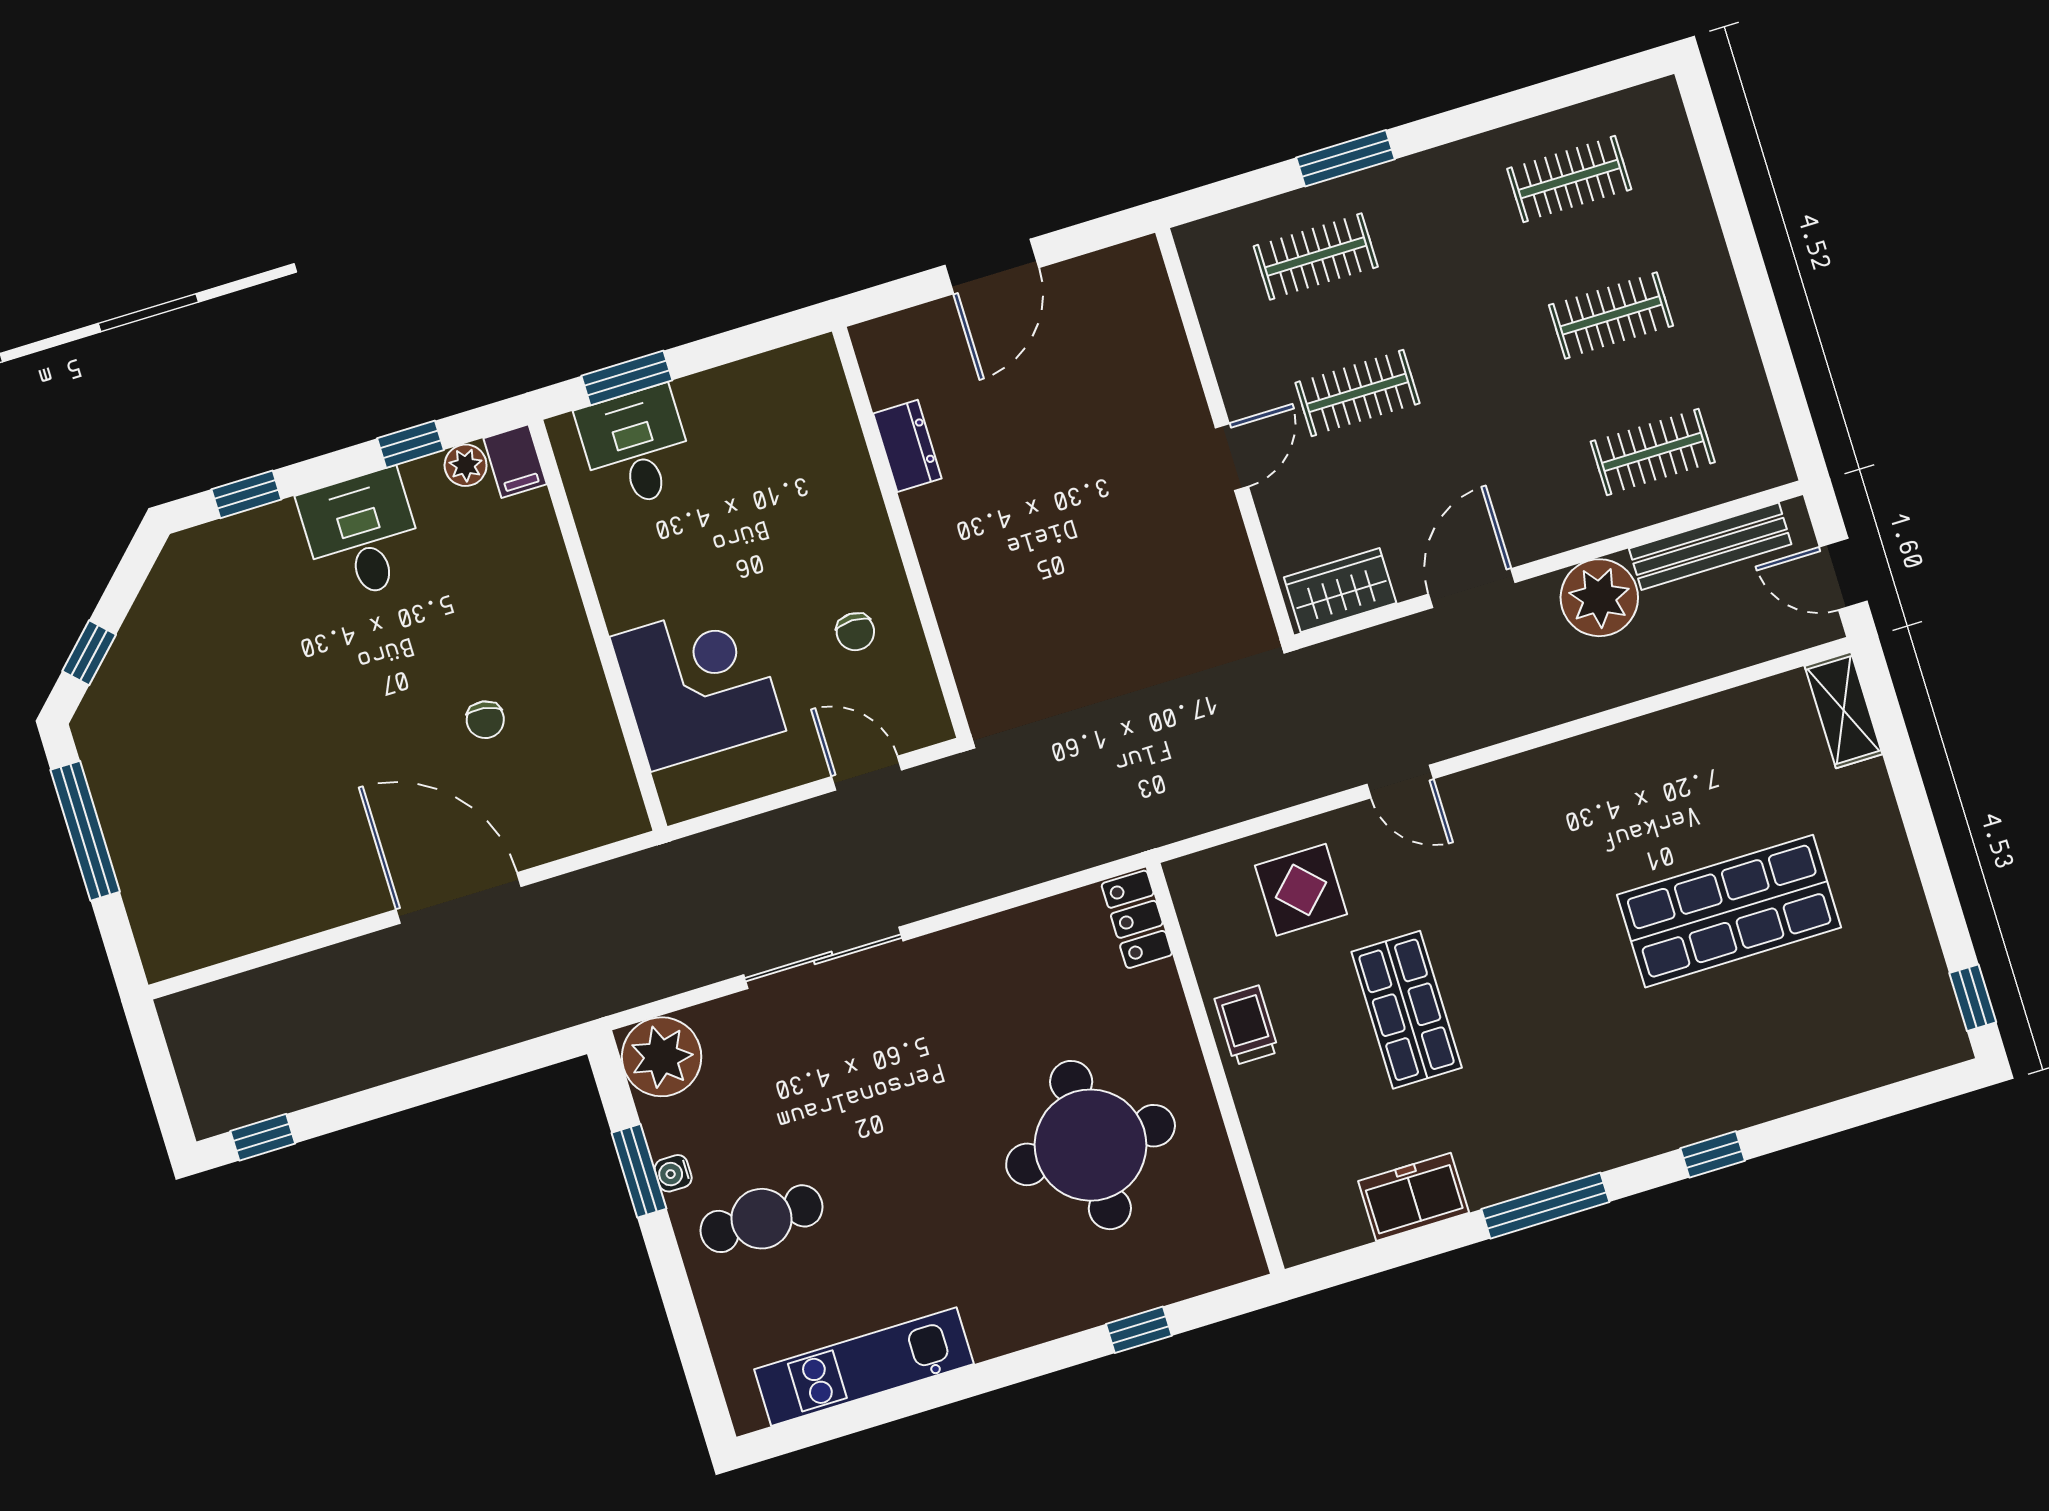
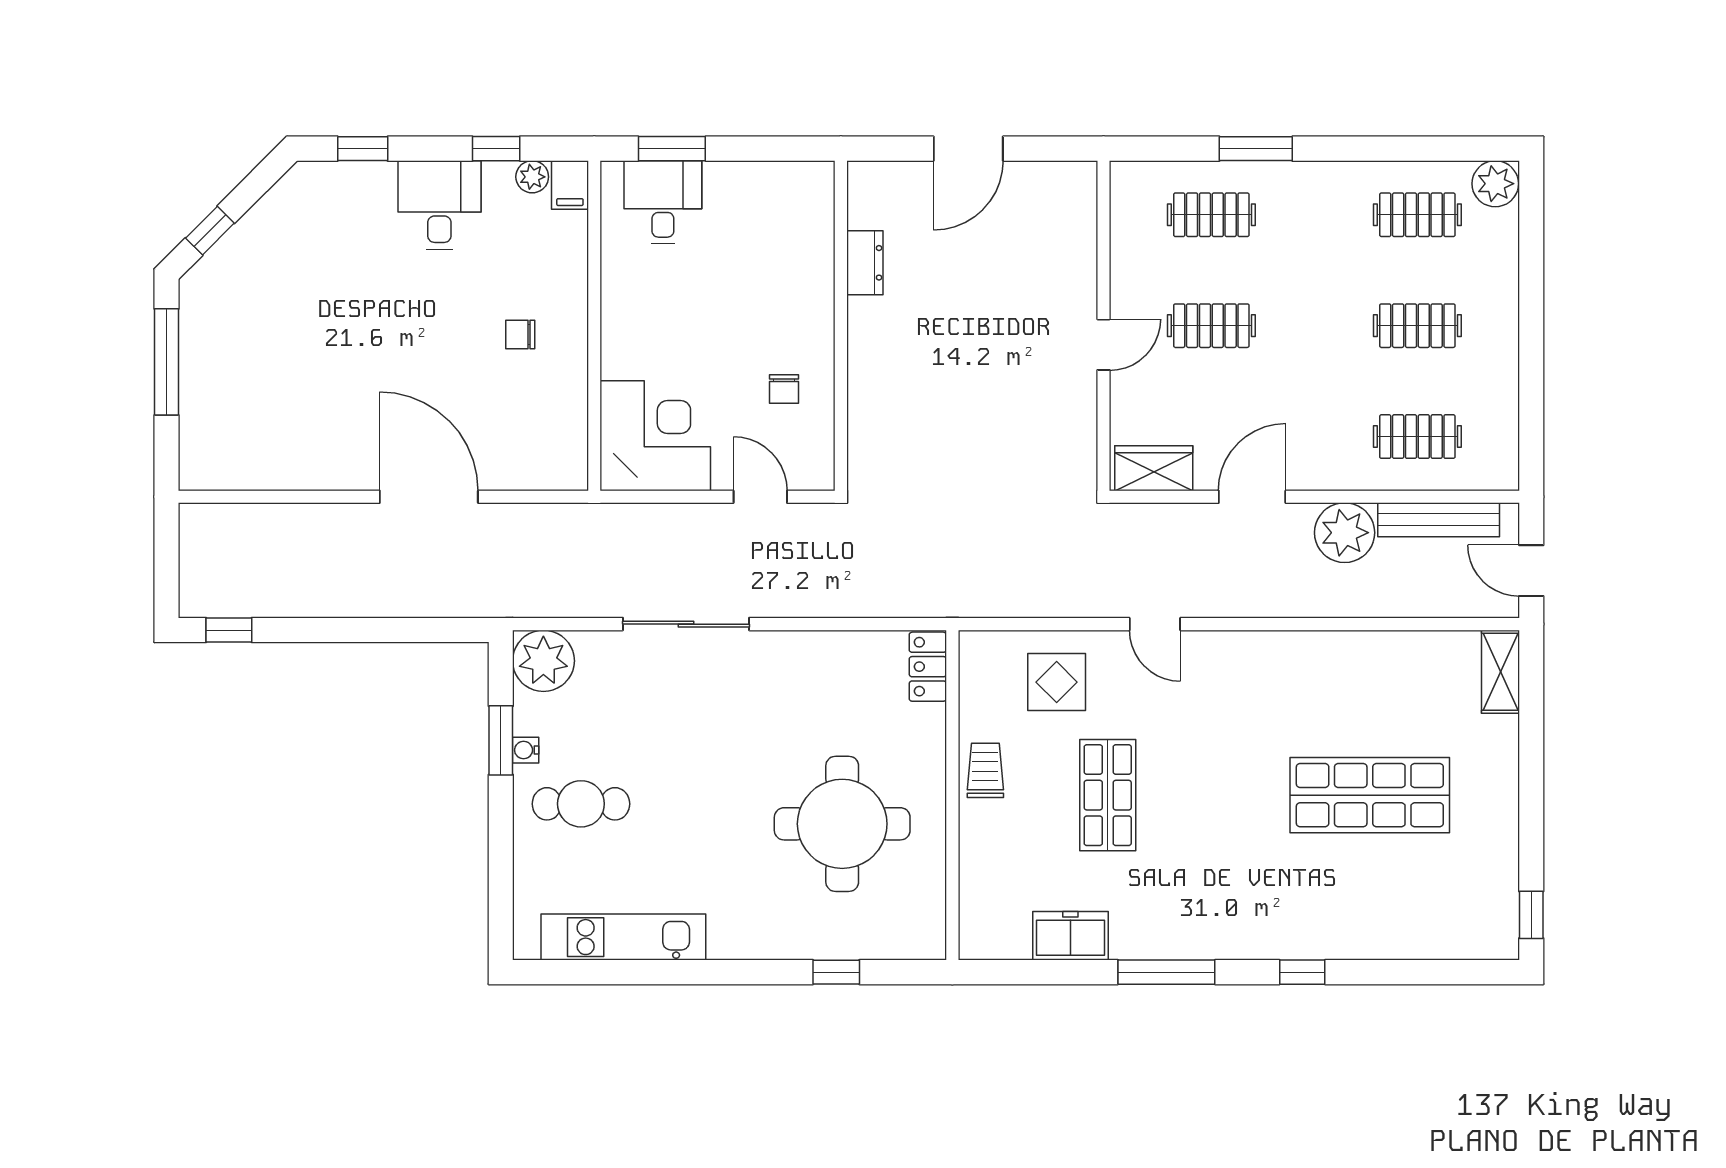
plant: (1653, 111) -> (1495, 184), added
corner desk: (698, 684) -> (655, 436), moved
chair: (485, 720) -> (520, 334), moved, turned 81

